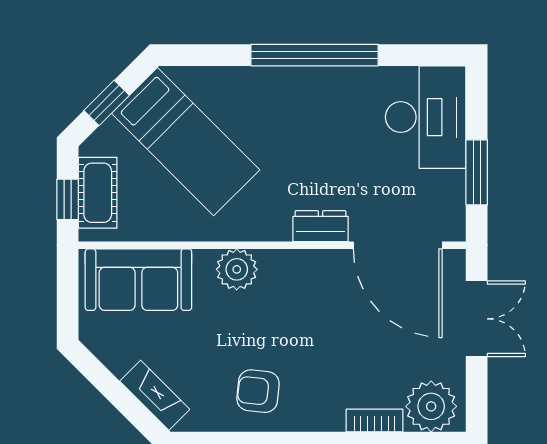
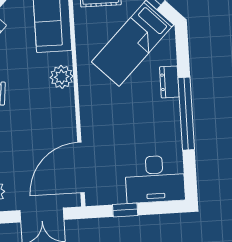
window: (477, 172) -> (125, 210), width x0.67
dresser: (320, 226) -> (169, 82), moved, turned 180

